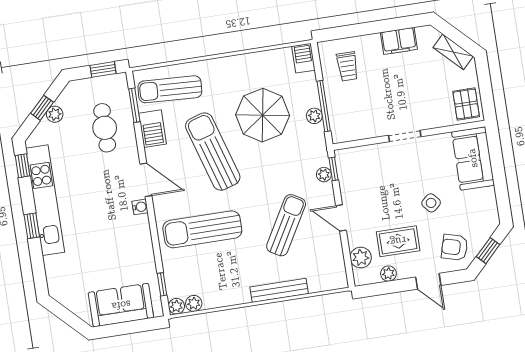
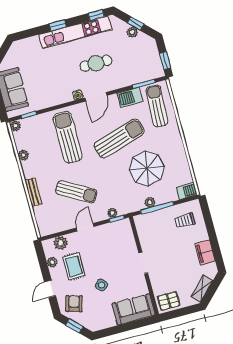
cafe table: (105, 128) -> (96, 63), moved
bench: (279, 290) -> (33, 192), width x0.73
plant: (194, 303) -> (23, 155), moved

